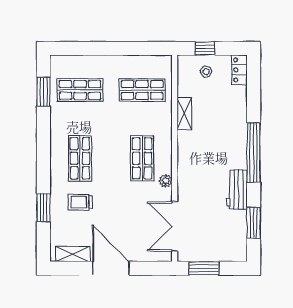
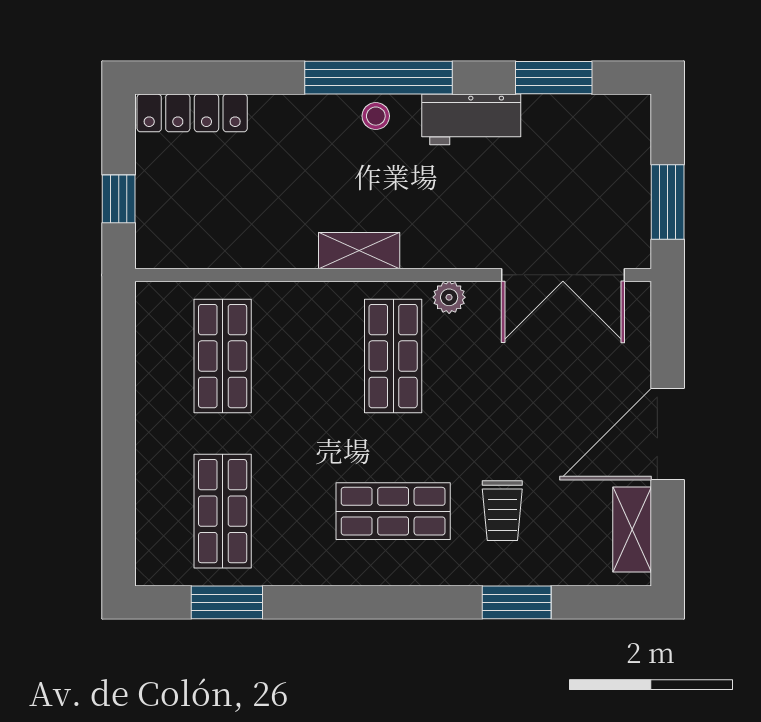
locker: (240, 70) -> (192, 113), width x1.53
stool: (206, 72) -> (376, 116), moved
shelving: (184, 114) -> (359, 251), moved
shop shelf: (142, 158) -> (393, 356), turned 90

